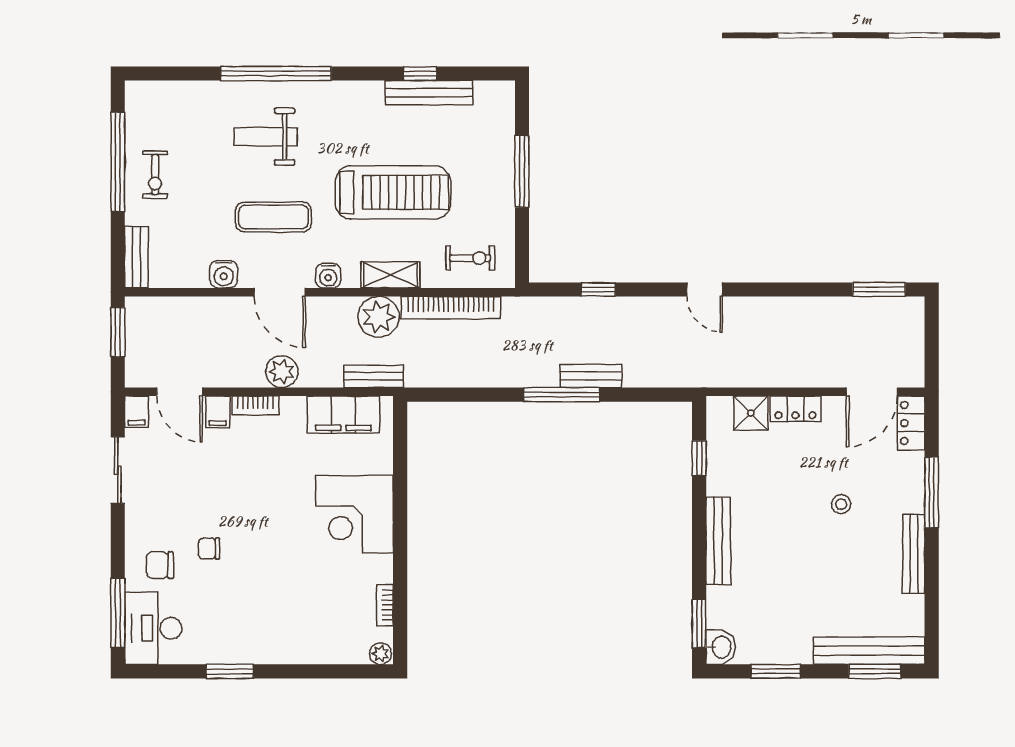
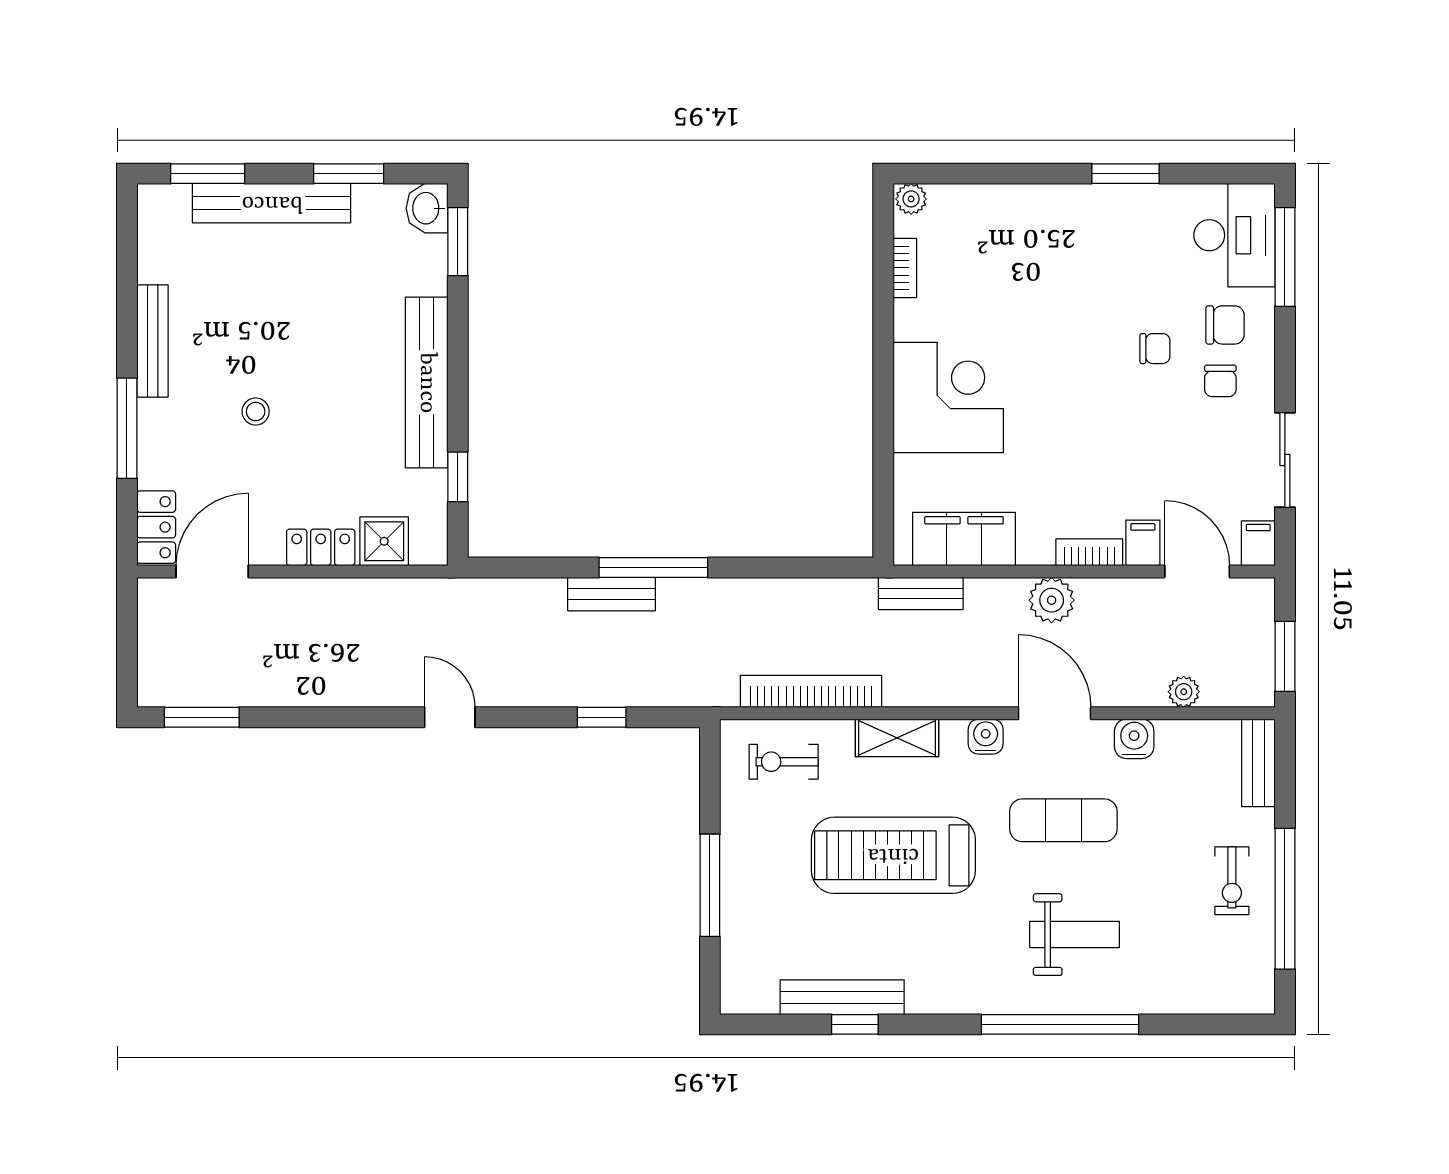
exercise bike: (155, 175) -> (1232, 881), turned 180
plant: (378, 317) -> (1184, 692), moved, width x0.53, depth x0.53
chair: (163, 526) -> (1220, 381), added
bench: (718, 541) -> (427, 383), width x1.37, depth x1.21
bench: (869, 651) -> (272, 203), moved

